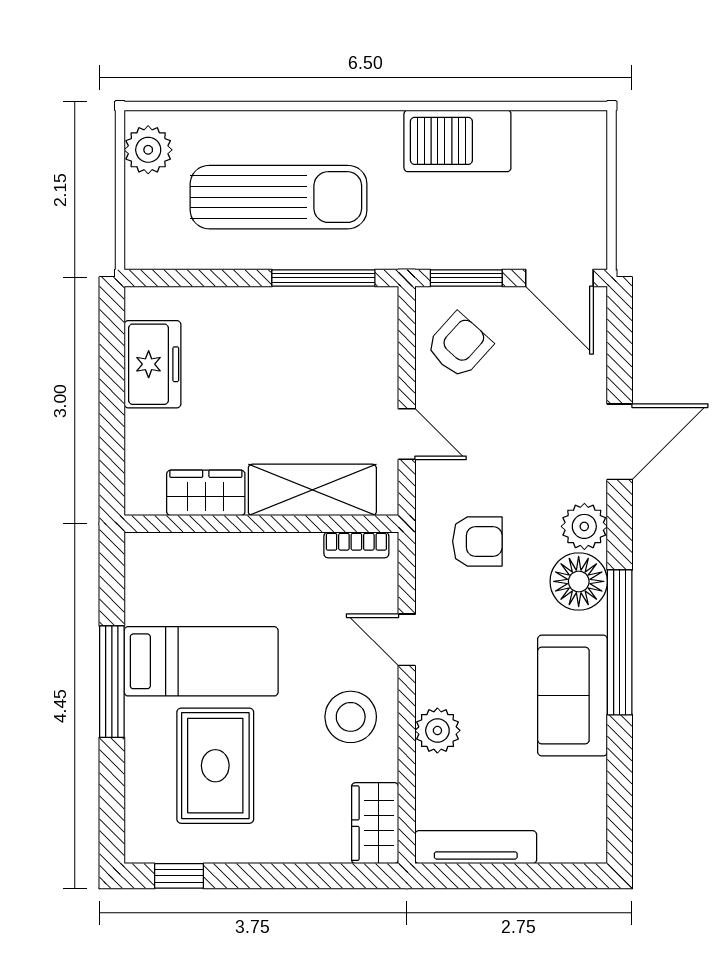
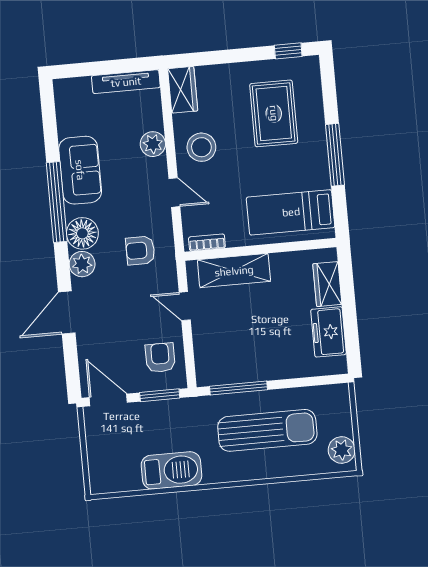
sun lounger: (279, 197) -> (267, 430), turned 180
armchair: (459, 345) -> (160, 358), turned 138
wardrobe: (206, 493) -> (327, 284), moved, turned 90
bed: (201, 661) -> (291, 212), moved

